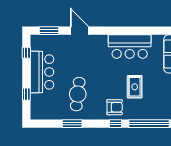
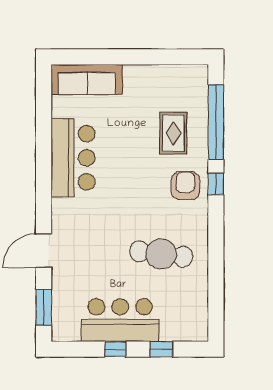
window: (26, 53) -> (115, 349), moved
rug: (135, 87) -> (173, 133), moved, turned 90
window: (72, 124) -> (216, 264), removed

